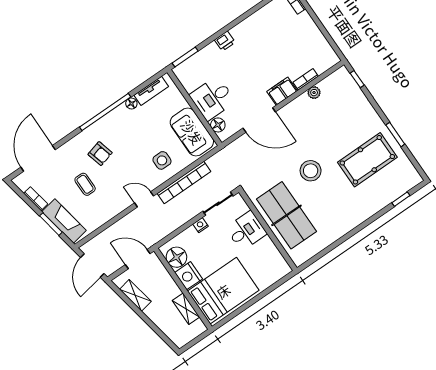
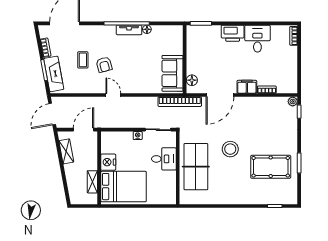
printer: (225, 41) -> (233, 33), width x1.87, depth x1.48
tv unit: (151, 91) -> (129, 30), moved
plant: (314, 93) -> (293, 102), moved
desk: (213, 98) -> (257, 39), moved, turned 90
door: (259, 120) -> (220, 95), hinge flipped
armchair: (100, 154) -> (104, 65), moved
side table: (162, 160) -> (141, 78), removed
bookcase: (184, 182) -> (180, 102), moved
floor lamp: (176, 257) -> (109, 145), removed
door: (138, 259) -> (84, 130), hinge flipped

